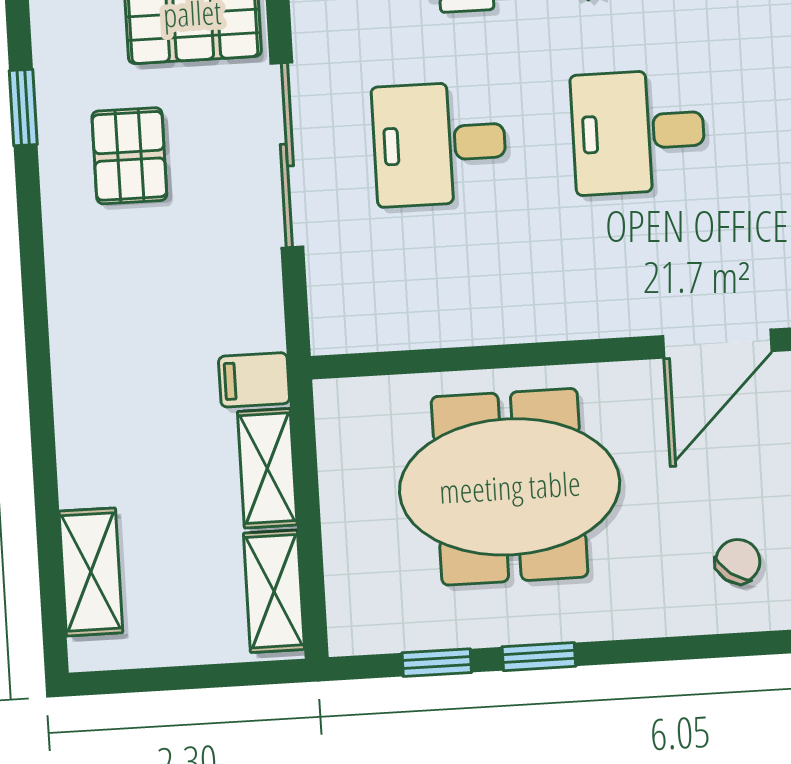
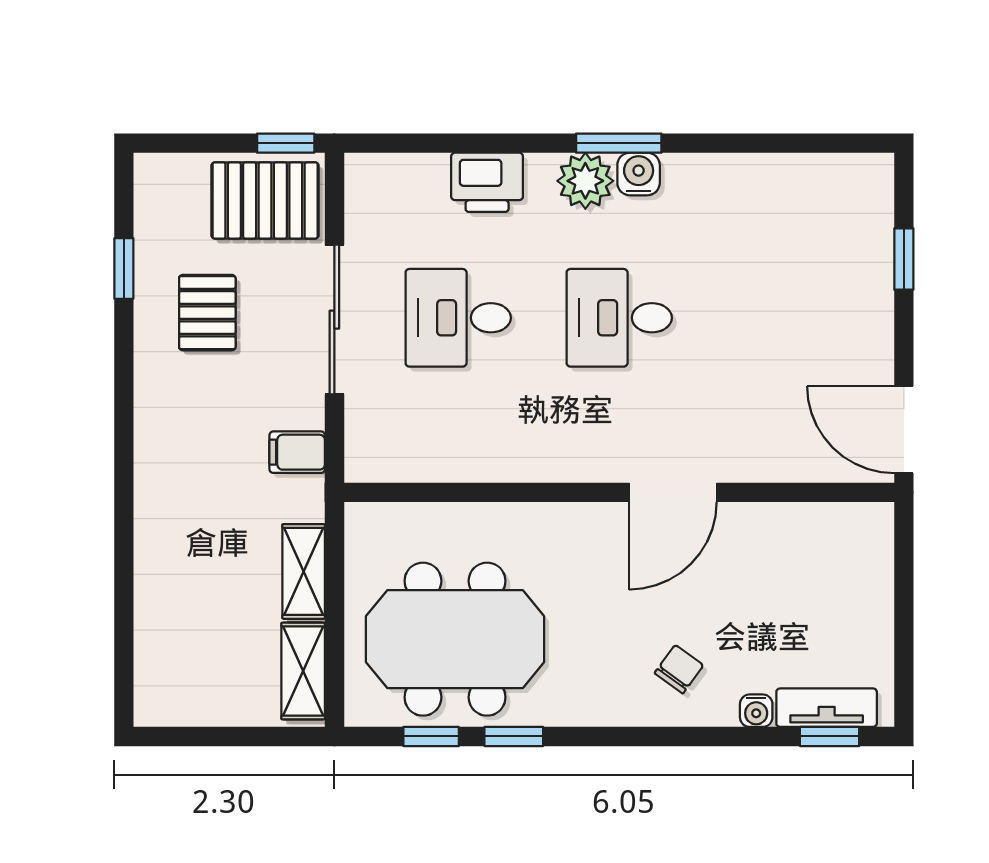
filing cabinet: (254, 380) -> (297, 452), moved
meeting table: (510, 487) -> (455, 639), moved
shelving: (91, 572) -> (156, 647), removed

